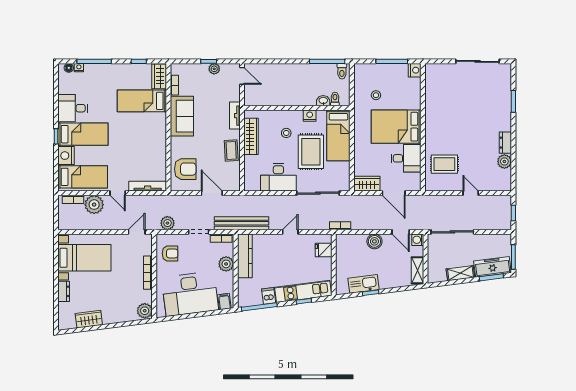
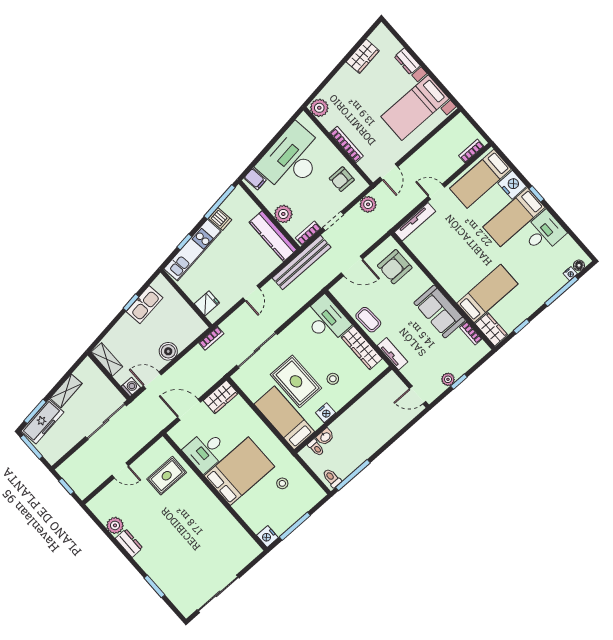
desk: (278, 177) -> (326, 320), moved, turned 90
plant: (94, 205) -> (448, 163), removed

